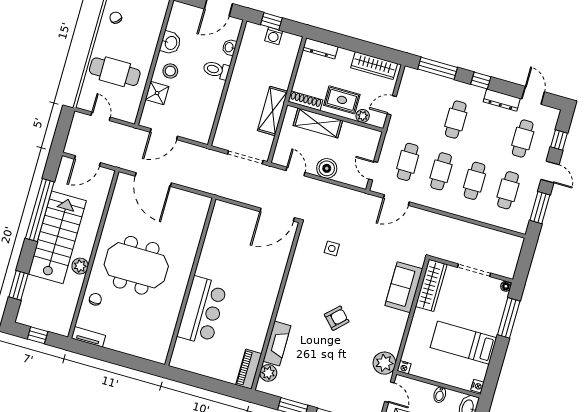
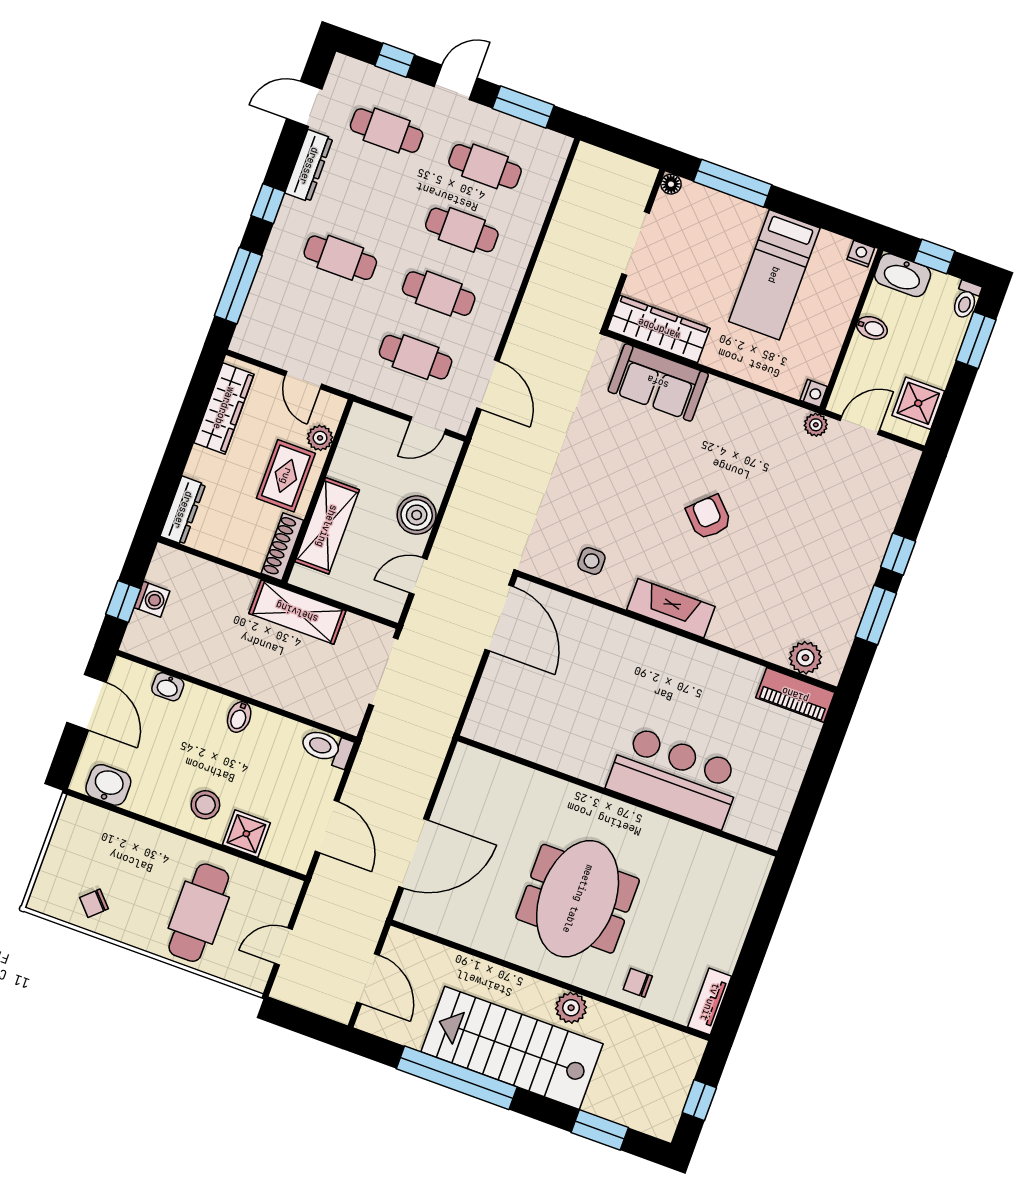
washbasin: (171, 43) -> (108, 785), moved
toilet: (216, 70) -> (327, 748), moved, turned 90
bidet: (217, 85) -> (239, 717), added
side table: (332, 248) -> (592, 561), moved
fireplace: (277, 343) -> (671, 608), moved
plant: (384, 363) -> (816, 425), width x0.53, depth x0.53

